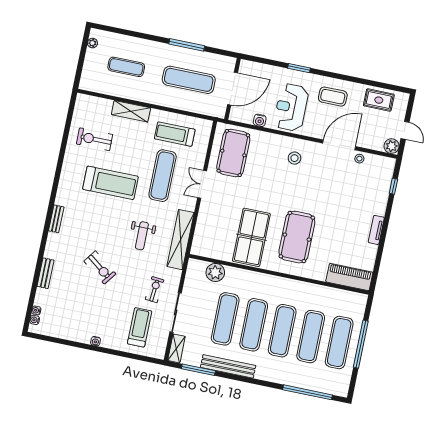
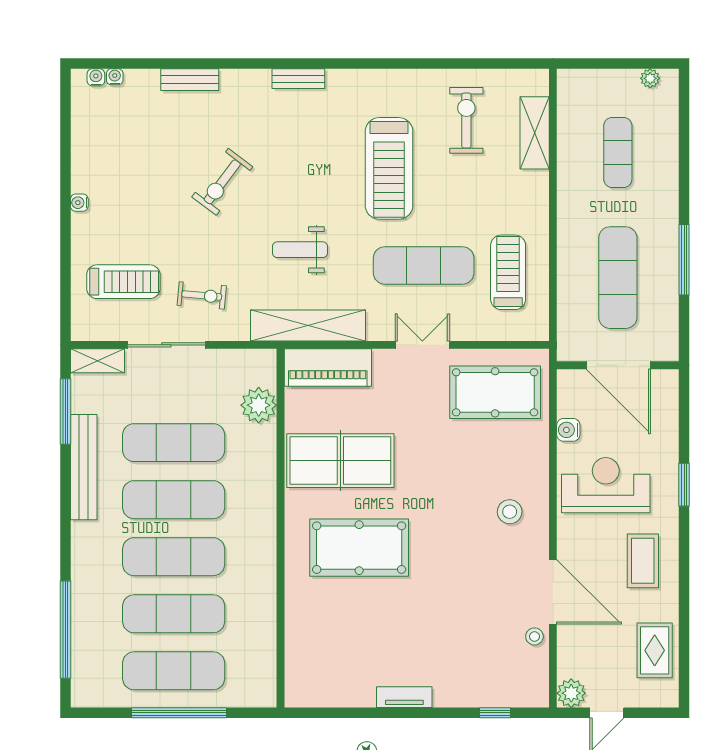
shelving: (131, 111) -> (535, 133), moved
piano: (349, 277) -> (328, 368), moved, turned 90

